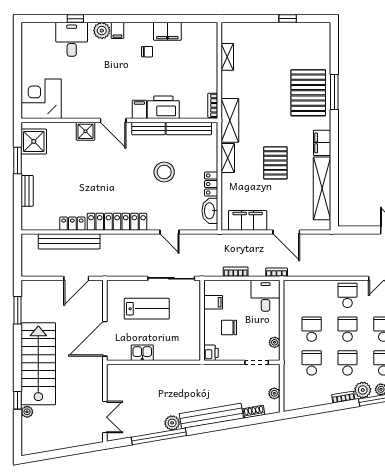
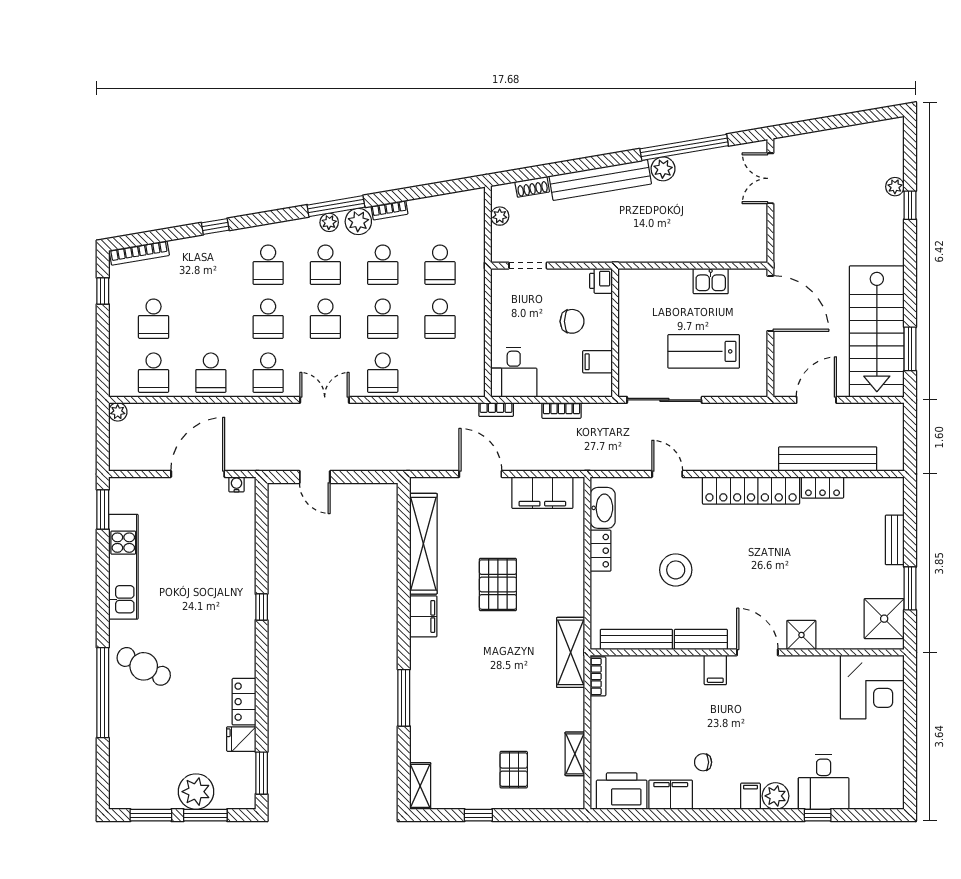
pallet: (308, 93) -> (514, 770), moved, width x0.49, depth x0.50
printer: (163, 107) -> (622, 791), moved, turned 180
shelving: (228, 158) -> (420, 786), moved
door: (105, 339) -> (770, 303), hinge flipped
plant: (275, 342) -> (499, 298), removed
stairs: (38, 364) -> (877, 331), moved

